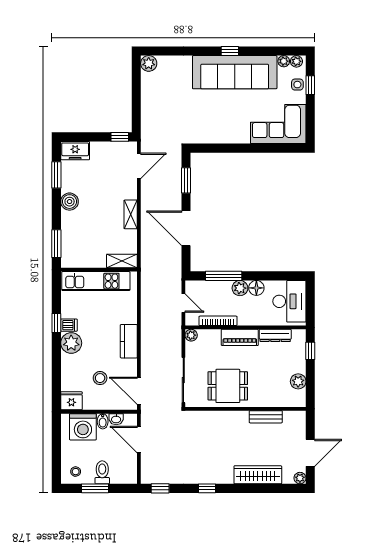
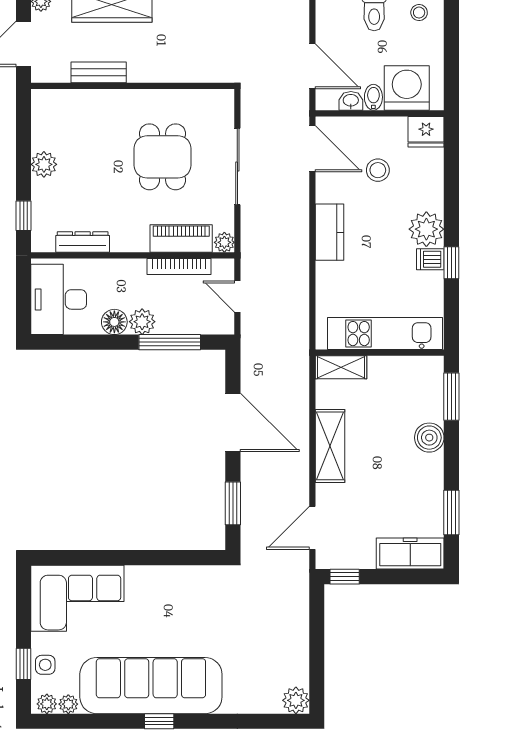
freezer: (75, 151) -> (410, 553), width x1.40
boiler: (70, 202) -> (429, 438), moved
shelving: (131, 214) -> (330, 446), width x1.50, depth x1.33
piano: (240, 337) -> (181, 239), moved
dining table: (228, 386) -> (163, 157), turned 90
wall: (245, 409) -> (133, 86), moved
bench: (266, 417) -> (99, 72), moved

